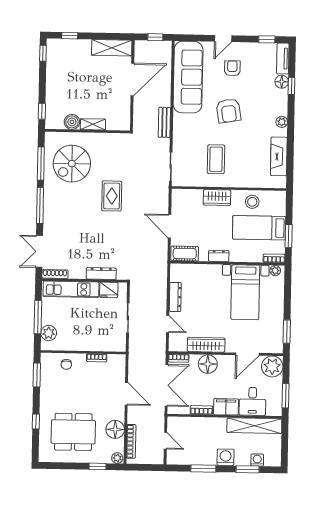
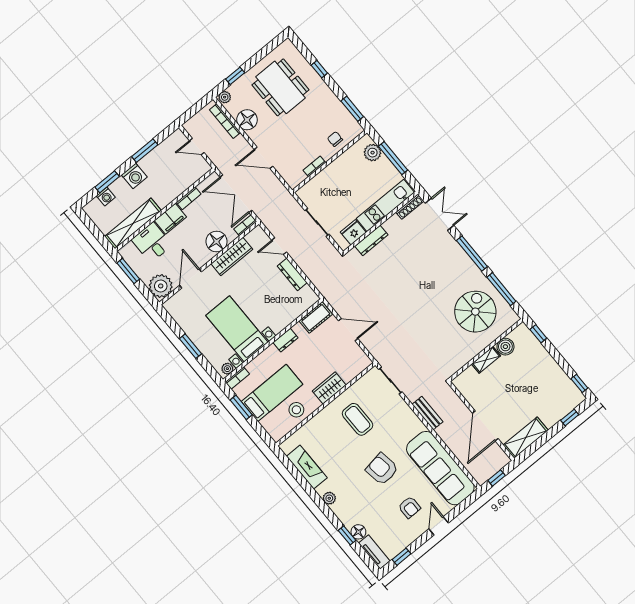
rug: (112, 196) -> (419, 313), removed
window: (287, 332) -> (191, 346), moved
dining table: (73, 432) -> (280, 87), turned 90

